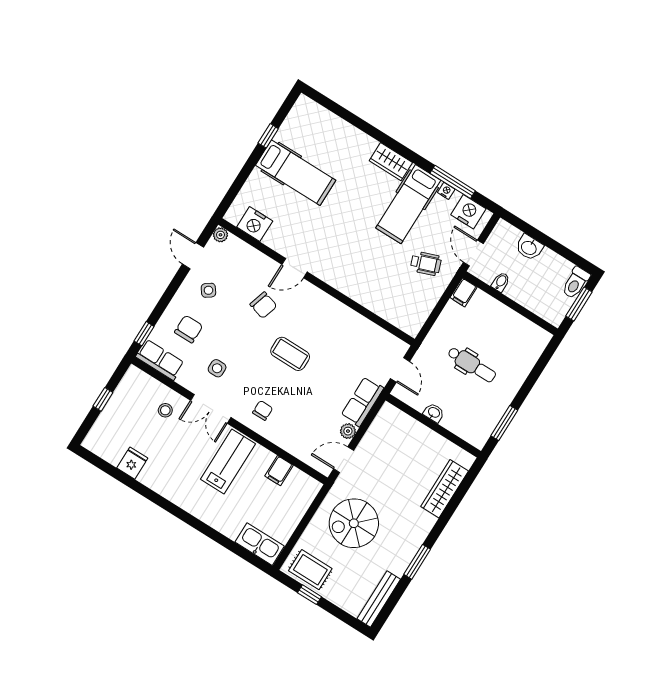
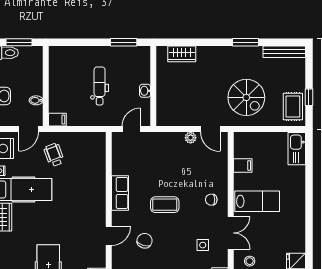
door: (295, 268) -> (109, 236), hinge flipped
coffee table: (290, 354) -> (165, 205), turned 90
row of seats: (362, 402) -> (120, 193), moved, turned -90
lab bench: (228, 462) -> (257, 201), turned 180
wardrobe: (445, 489) -> (182, 54), width x0.67

